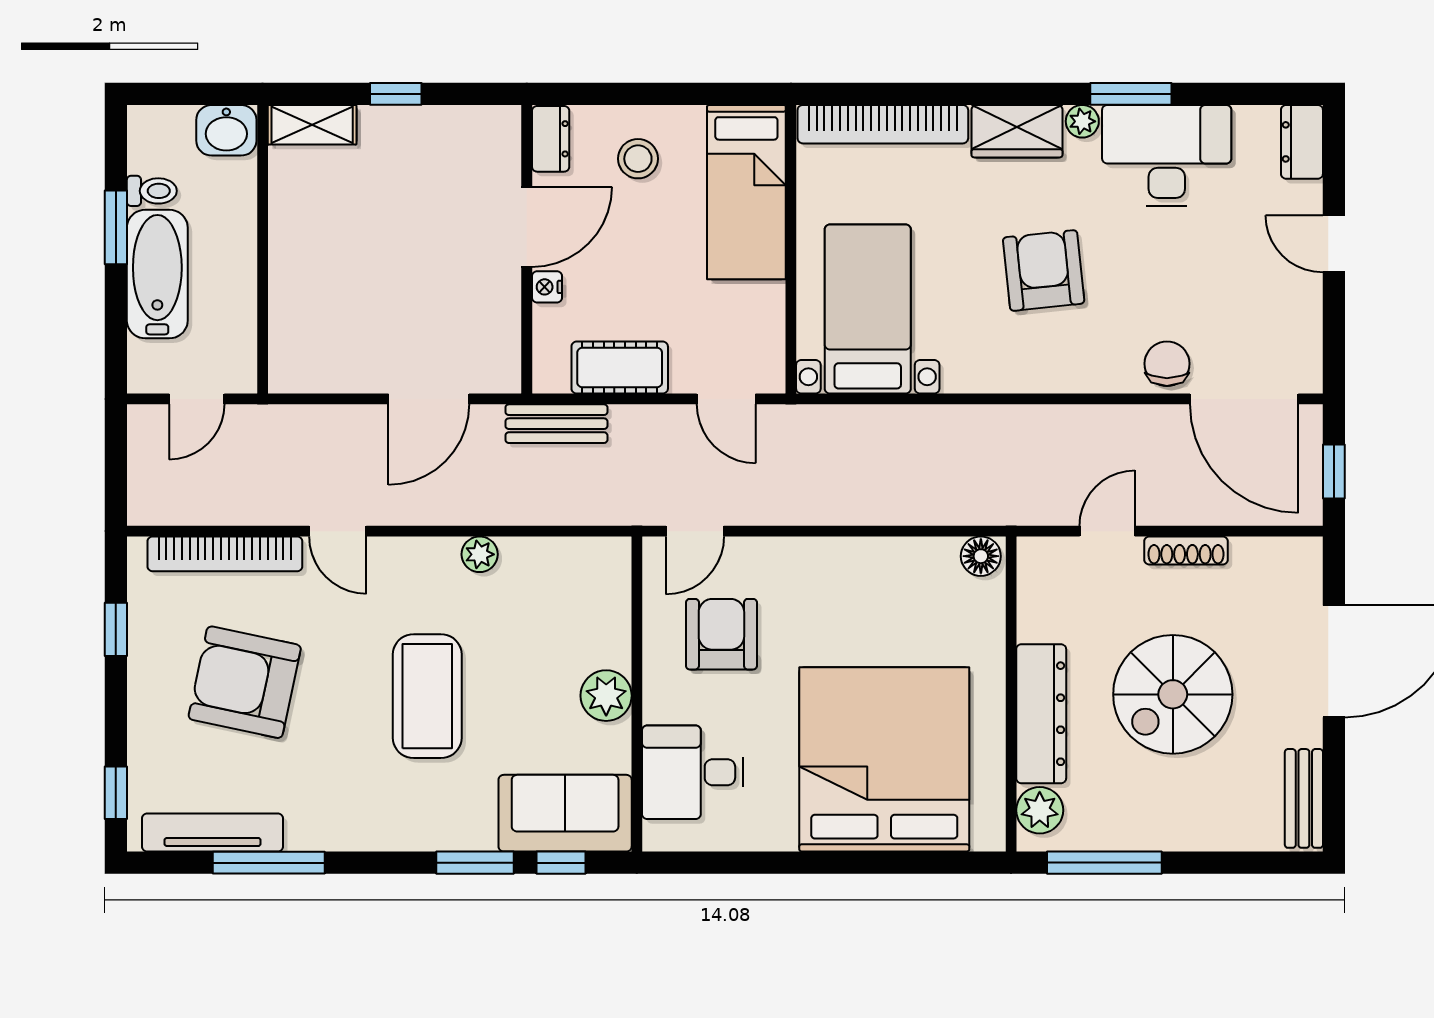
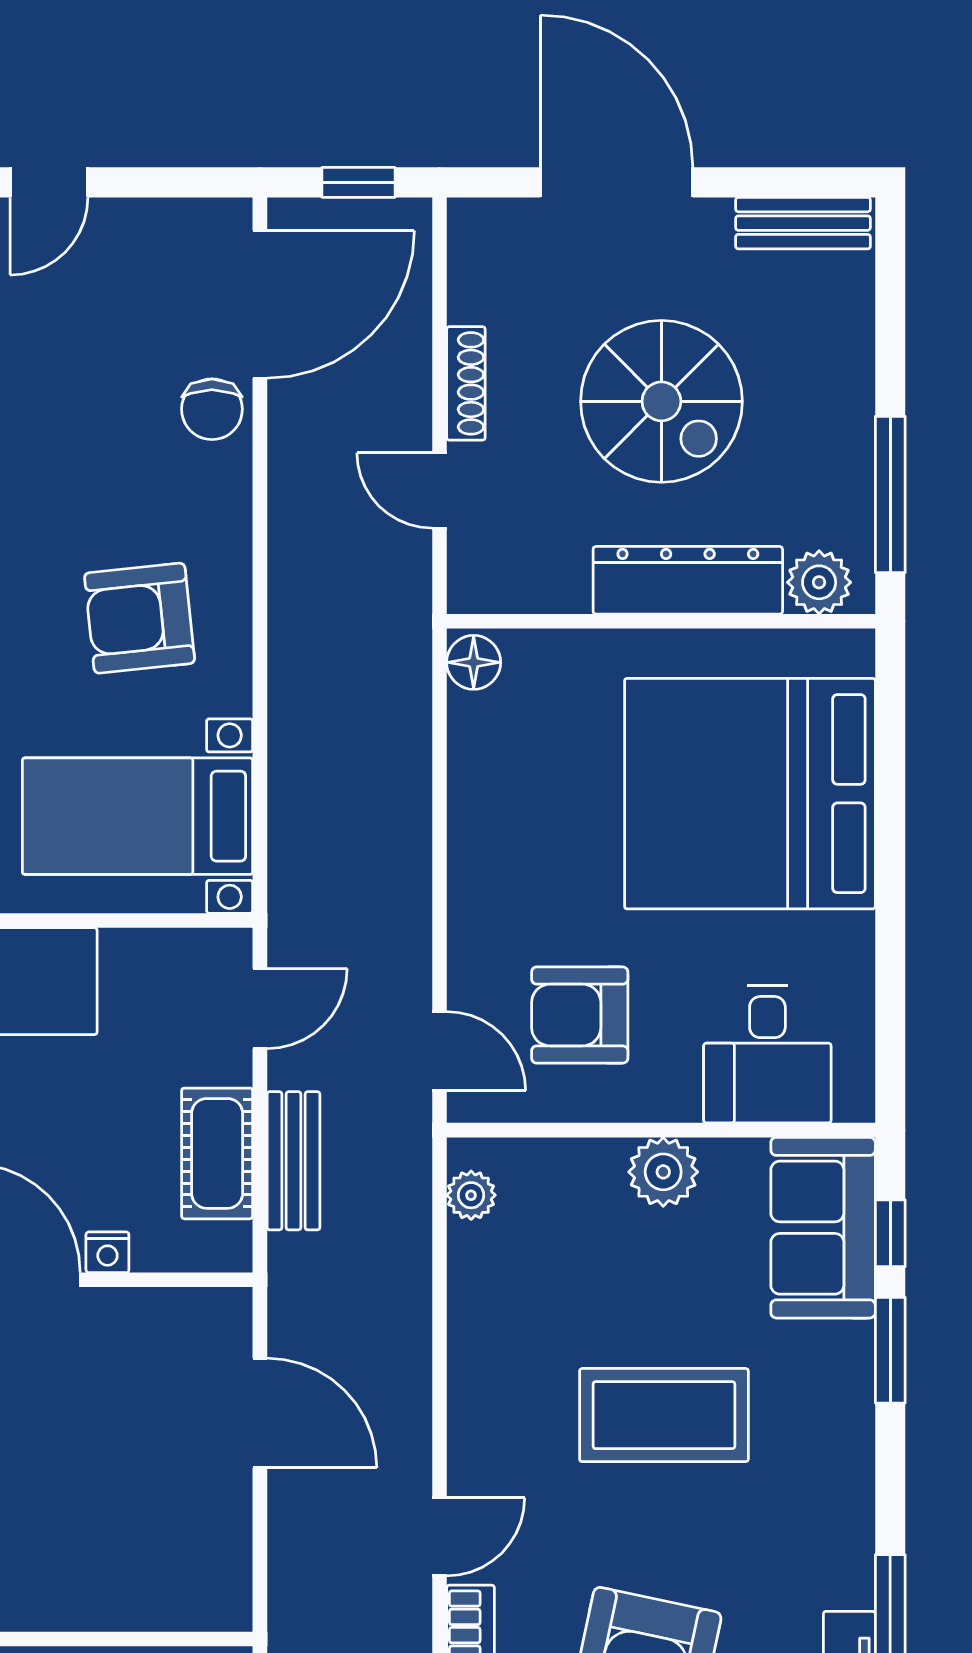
armchair: (1044, 270) -> (140, 618), moved
chair: (1167, 364) -> (212, 409), turned -90
bench: (556, 424) -> (293, 1161), moved
plant: (480, 554) -> (471, 1195), moved

